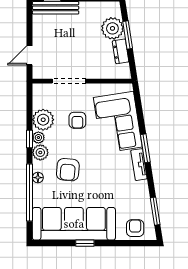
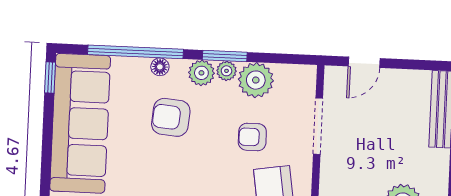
door: (30, 55) -> (364, 62), swing flipped
window: (30, 139) -> (225, 56), width x1.50
window: (85, 243) -> (50, 78), moved

